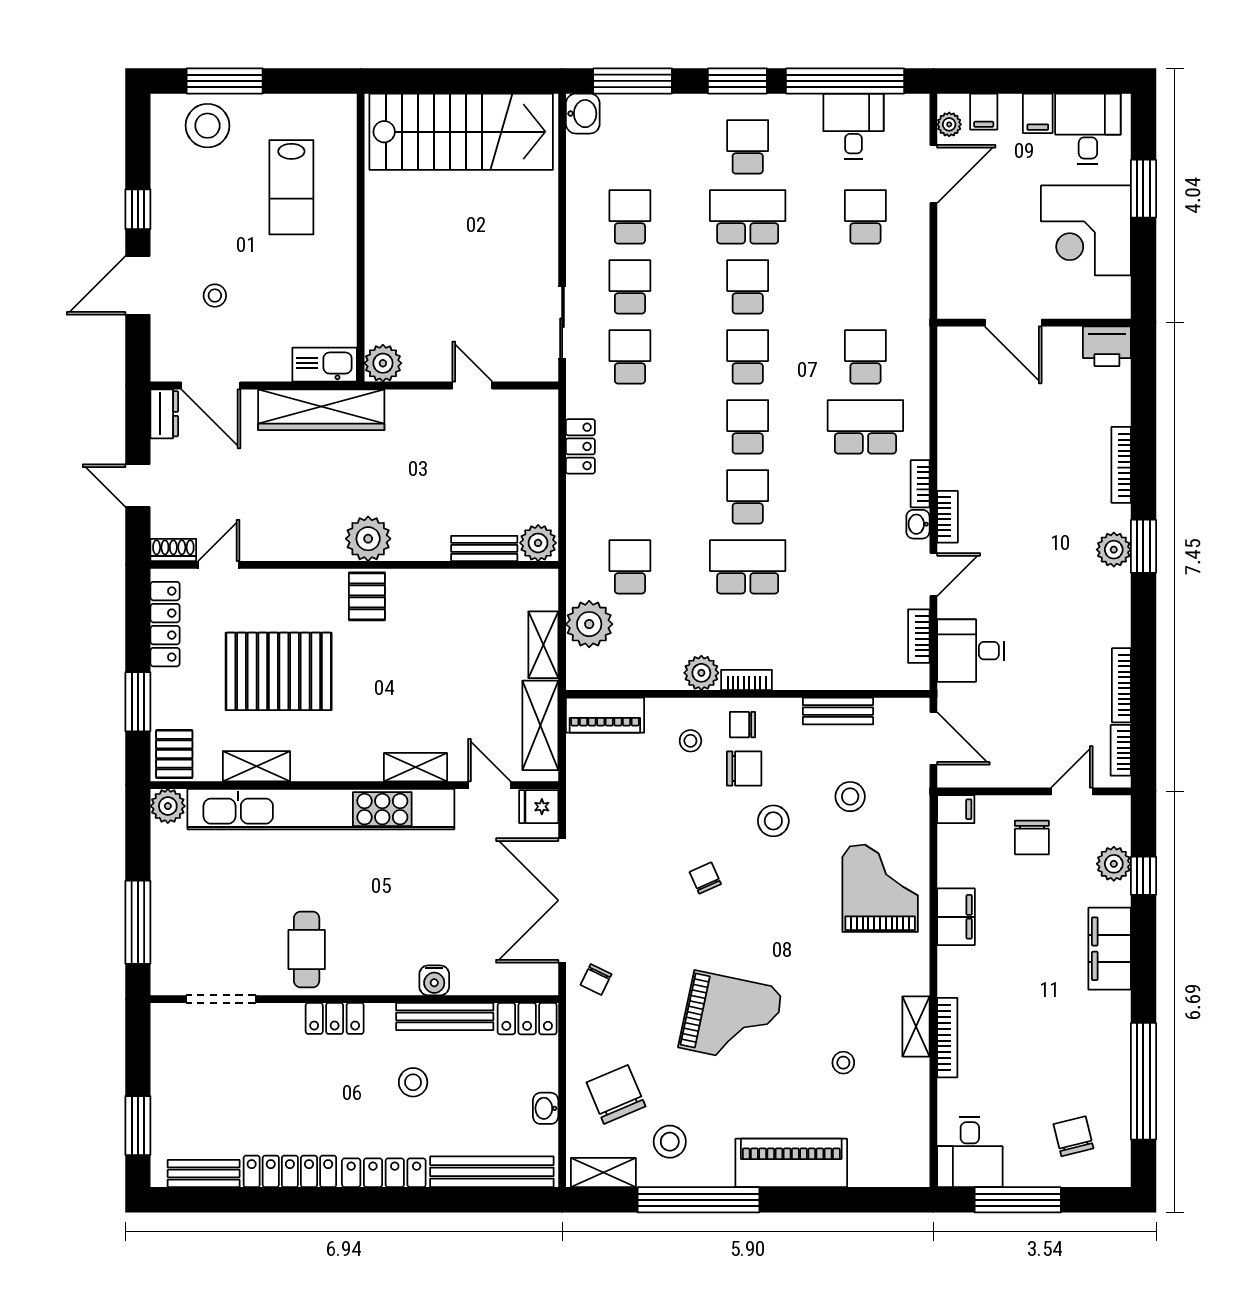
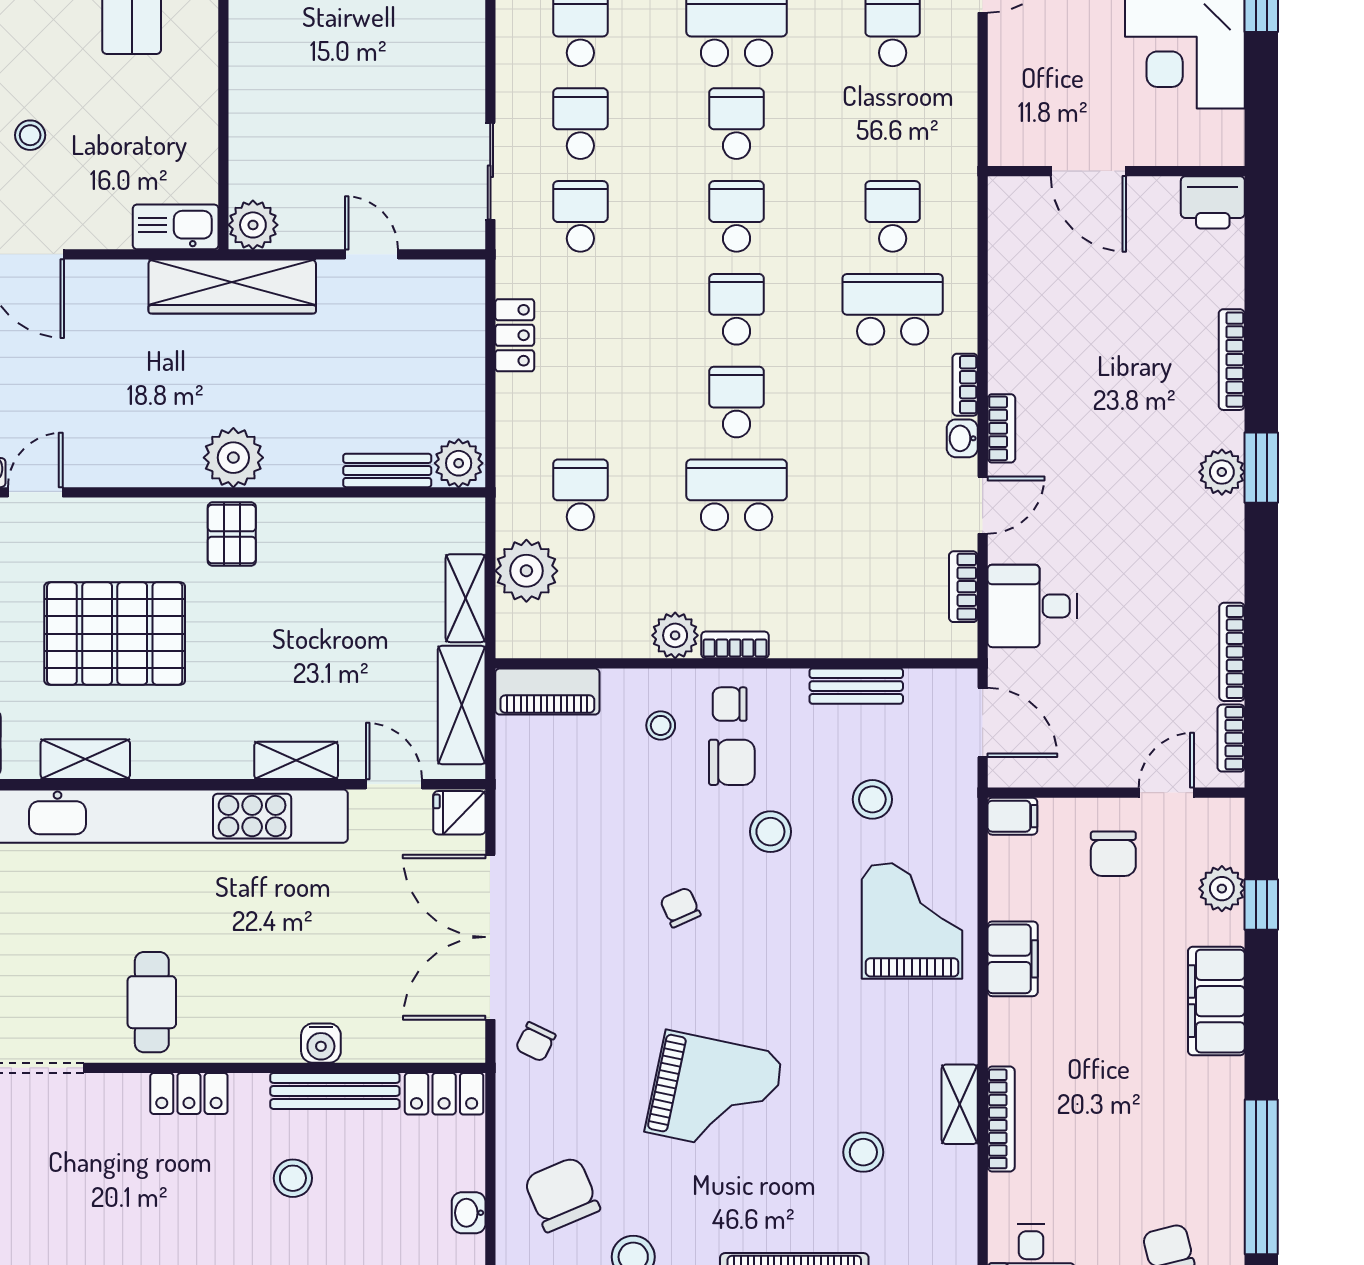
wardrobe: (321, 410) -> (232, 287), moved
stool: (843, 1063) -> (863, 1152), width x1.37, depth x1.37

